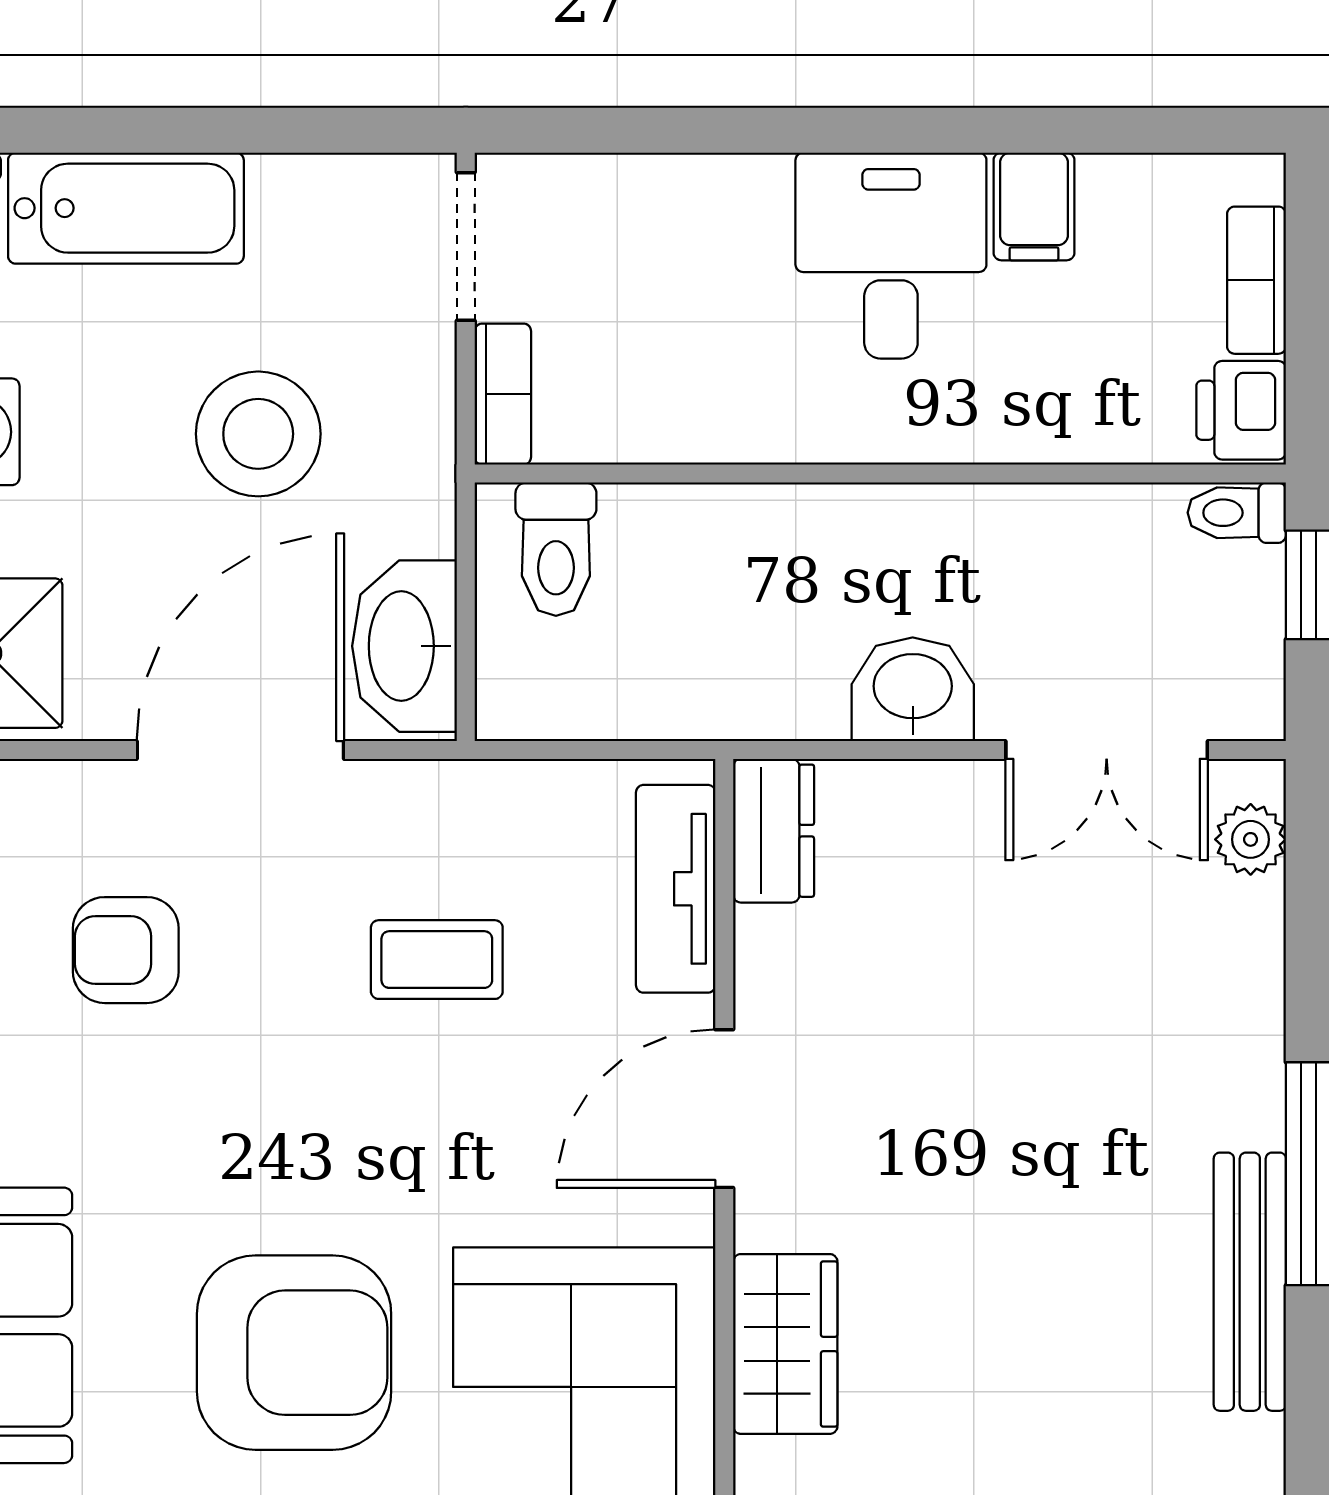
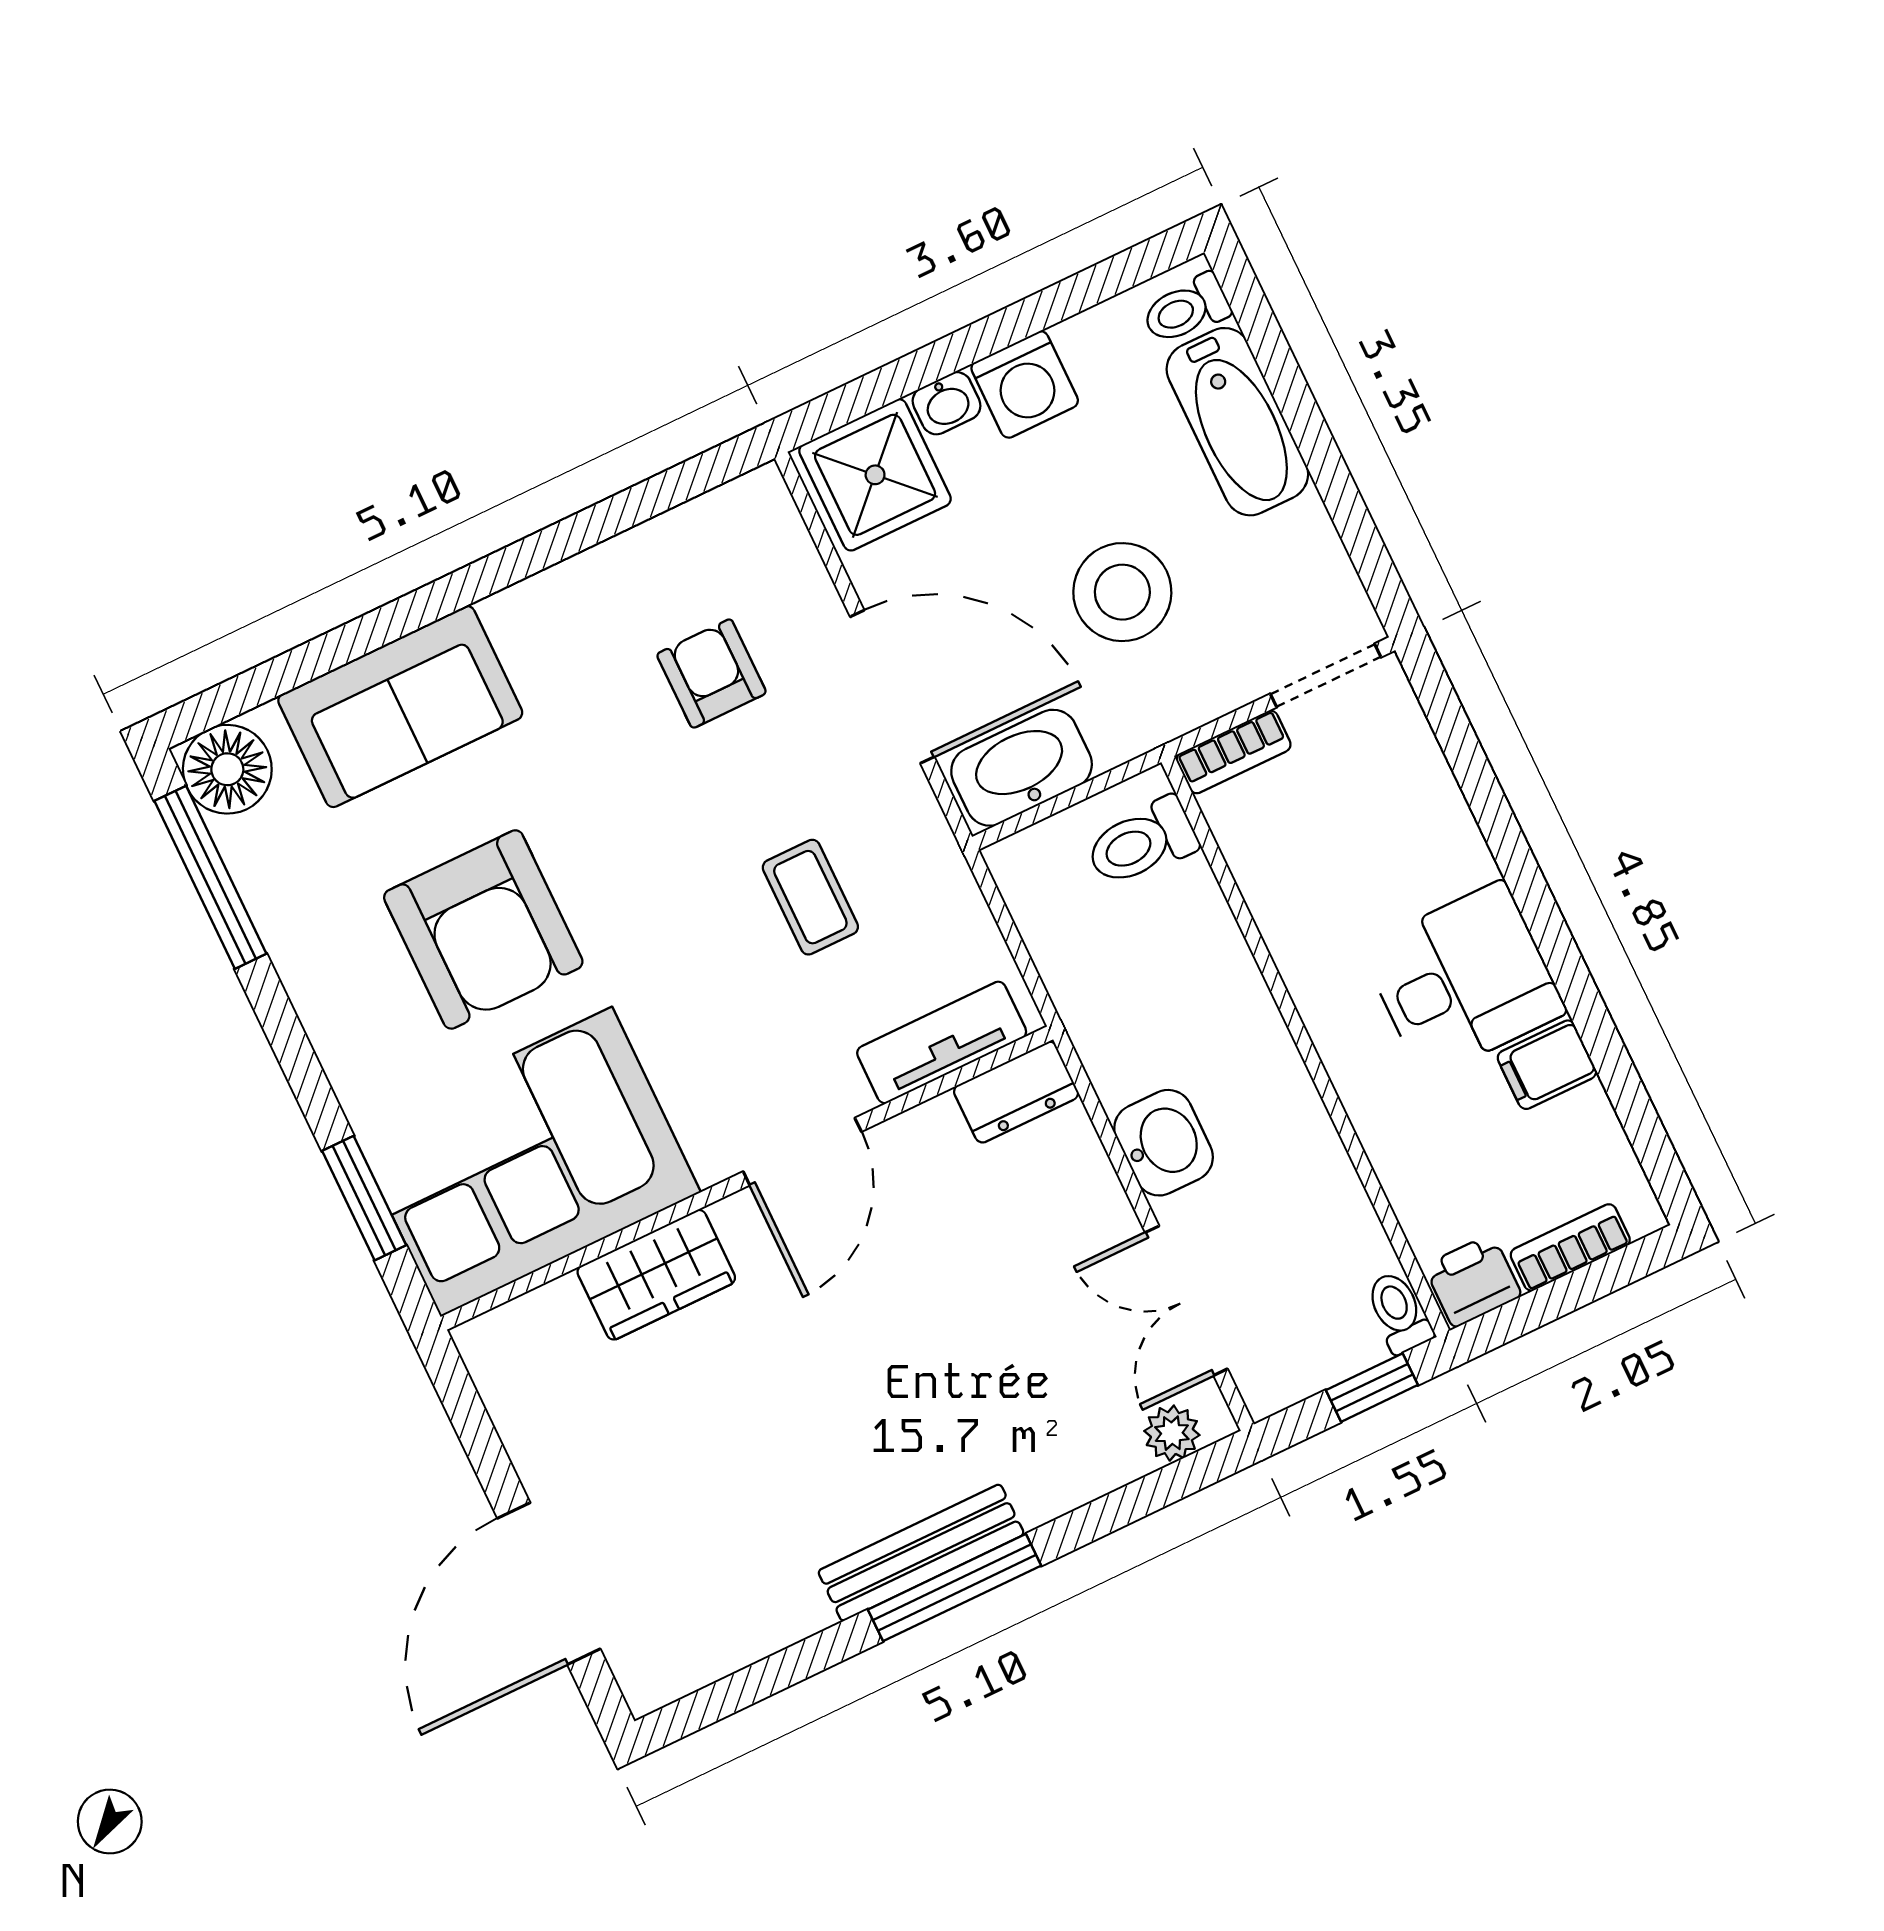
door: (724, 1109) -> (802, 1152), swing flipped
bench: (1250, 1282) -> (921, 1553), moved

